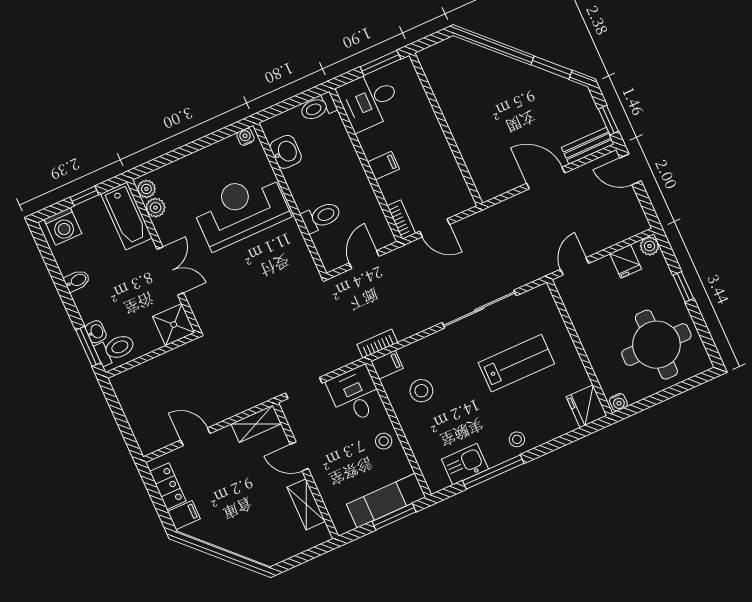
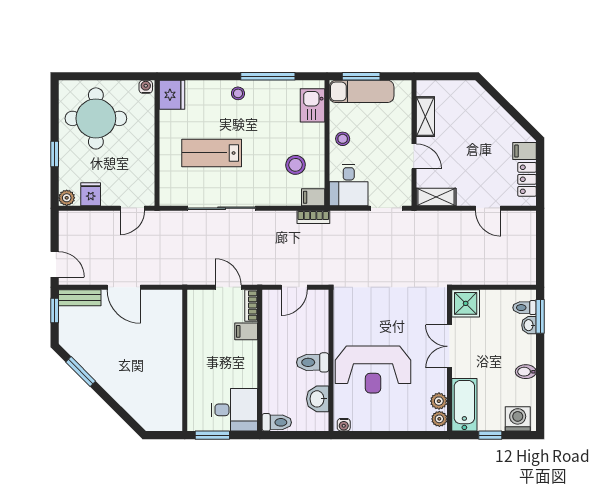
filing cabinet: (383, 166) -> (246, 331), moved
toilet: (321, 217) -> (313, 362), moved
toilet: (115, 349) -> (524, 308), width x0.73, depth x0.72
kitchen sink: (465, 464) -> (313, 105), moved, turned 90

